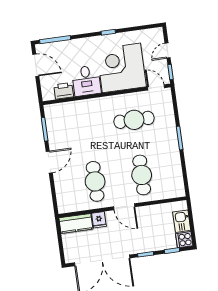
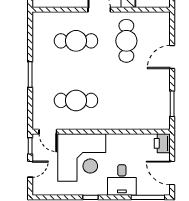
desk: (86, 81) -> (122, 180), moved, turned 180
printer: (64, 91) -> (162, 143), moved, turned 90
door: (49, 162) -> (172, 57), moved
cafe table: (142, 175) -> (76, 41), turned 90

